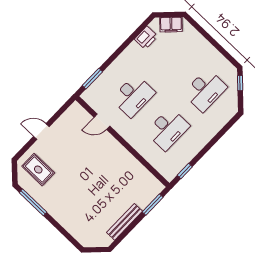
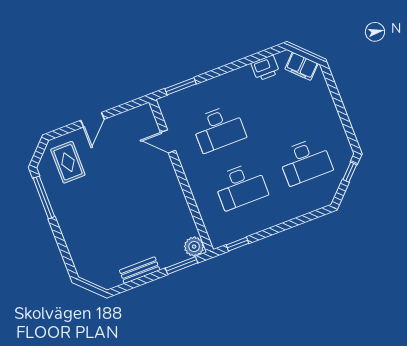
door: (41, 132) -> (93, 120), swing flipped
plant: (155, 187) -> (194, 247), added
bench: (124, 222) -> (140, 270), width x0.73

